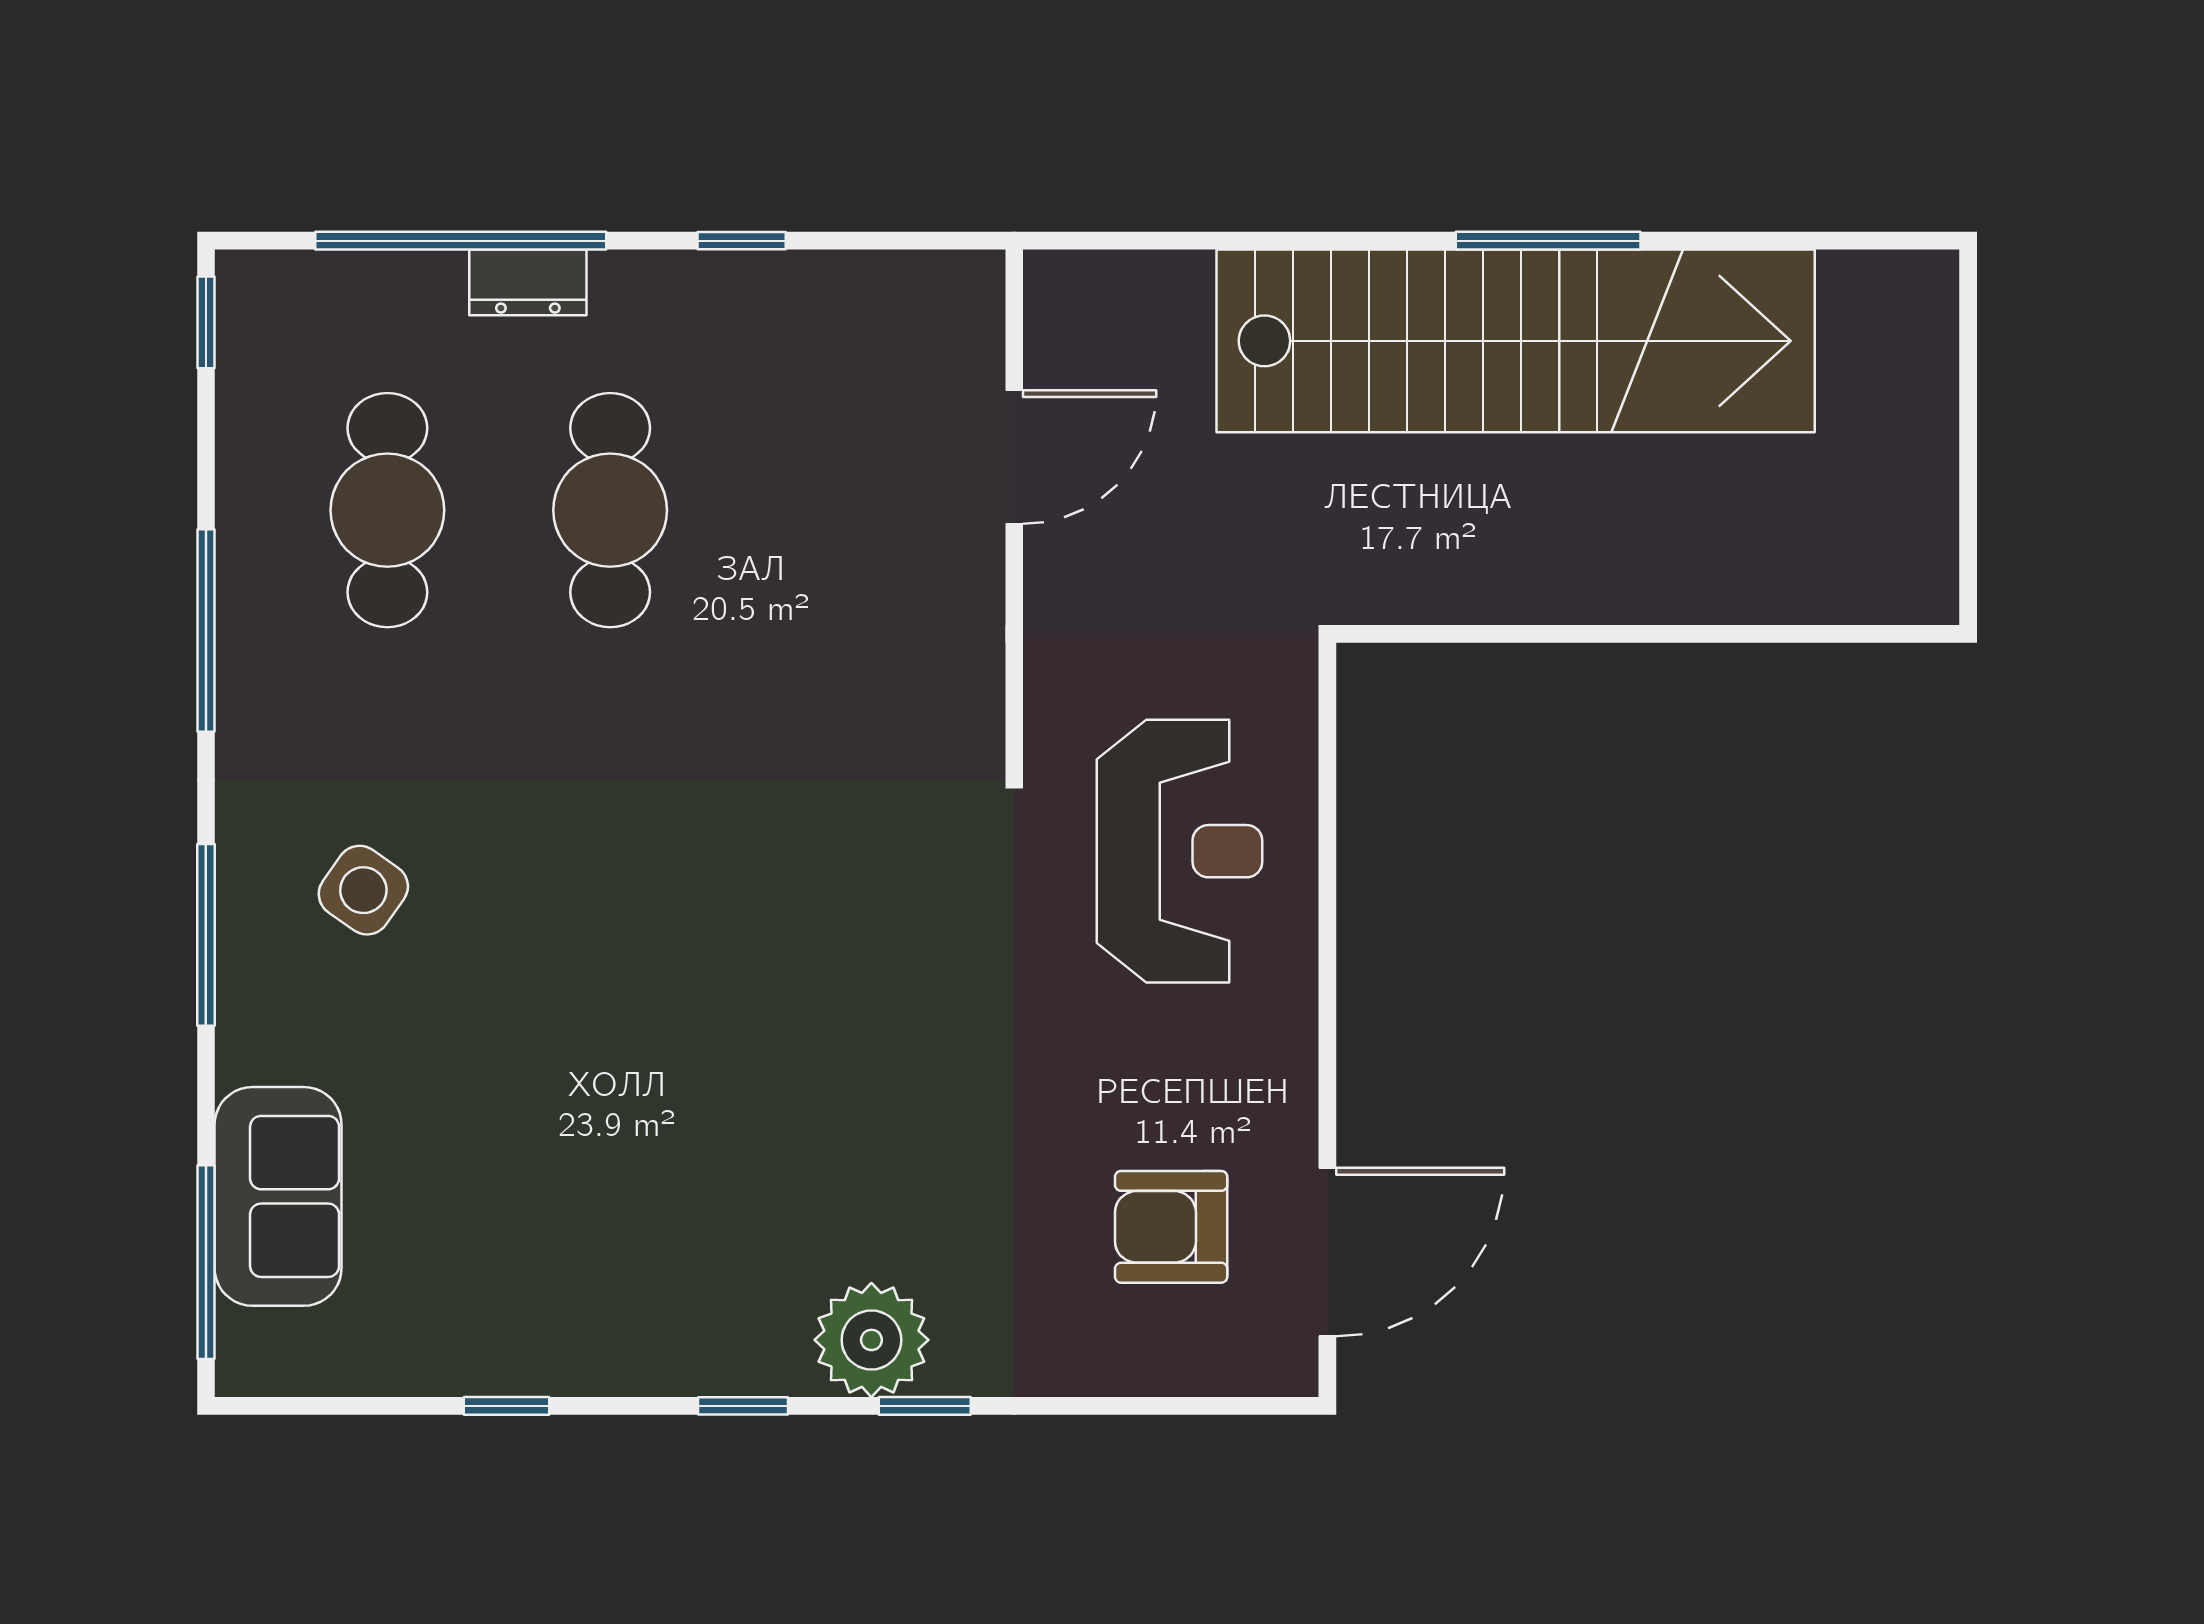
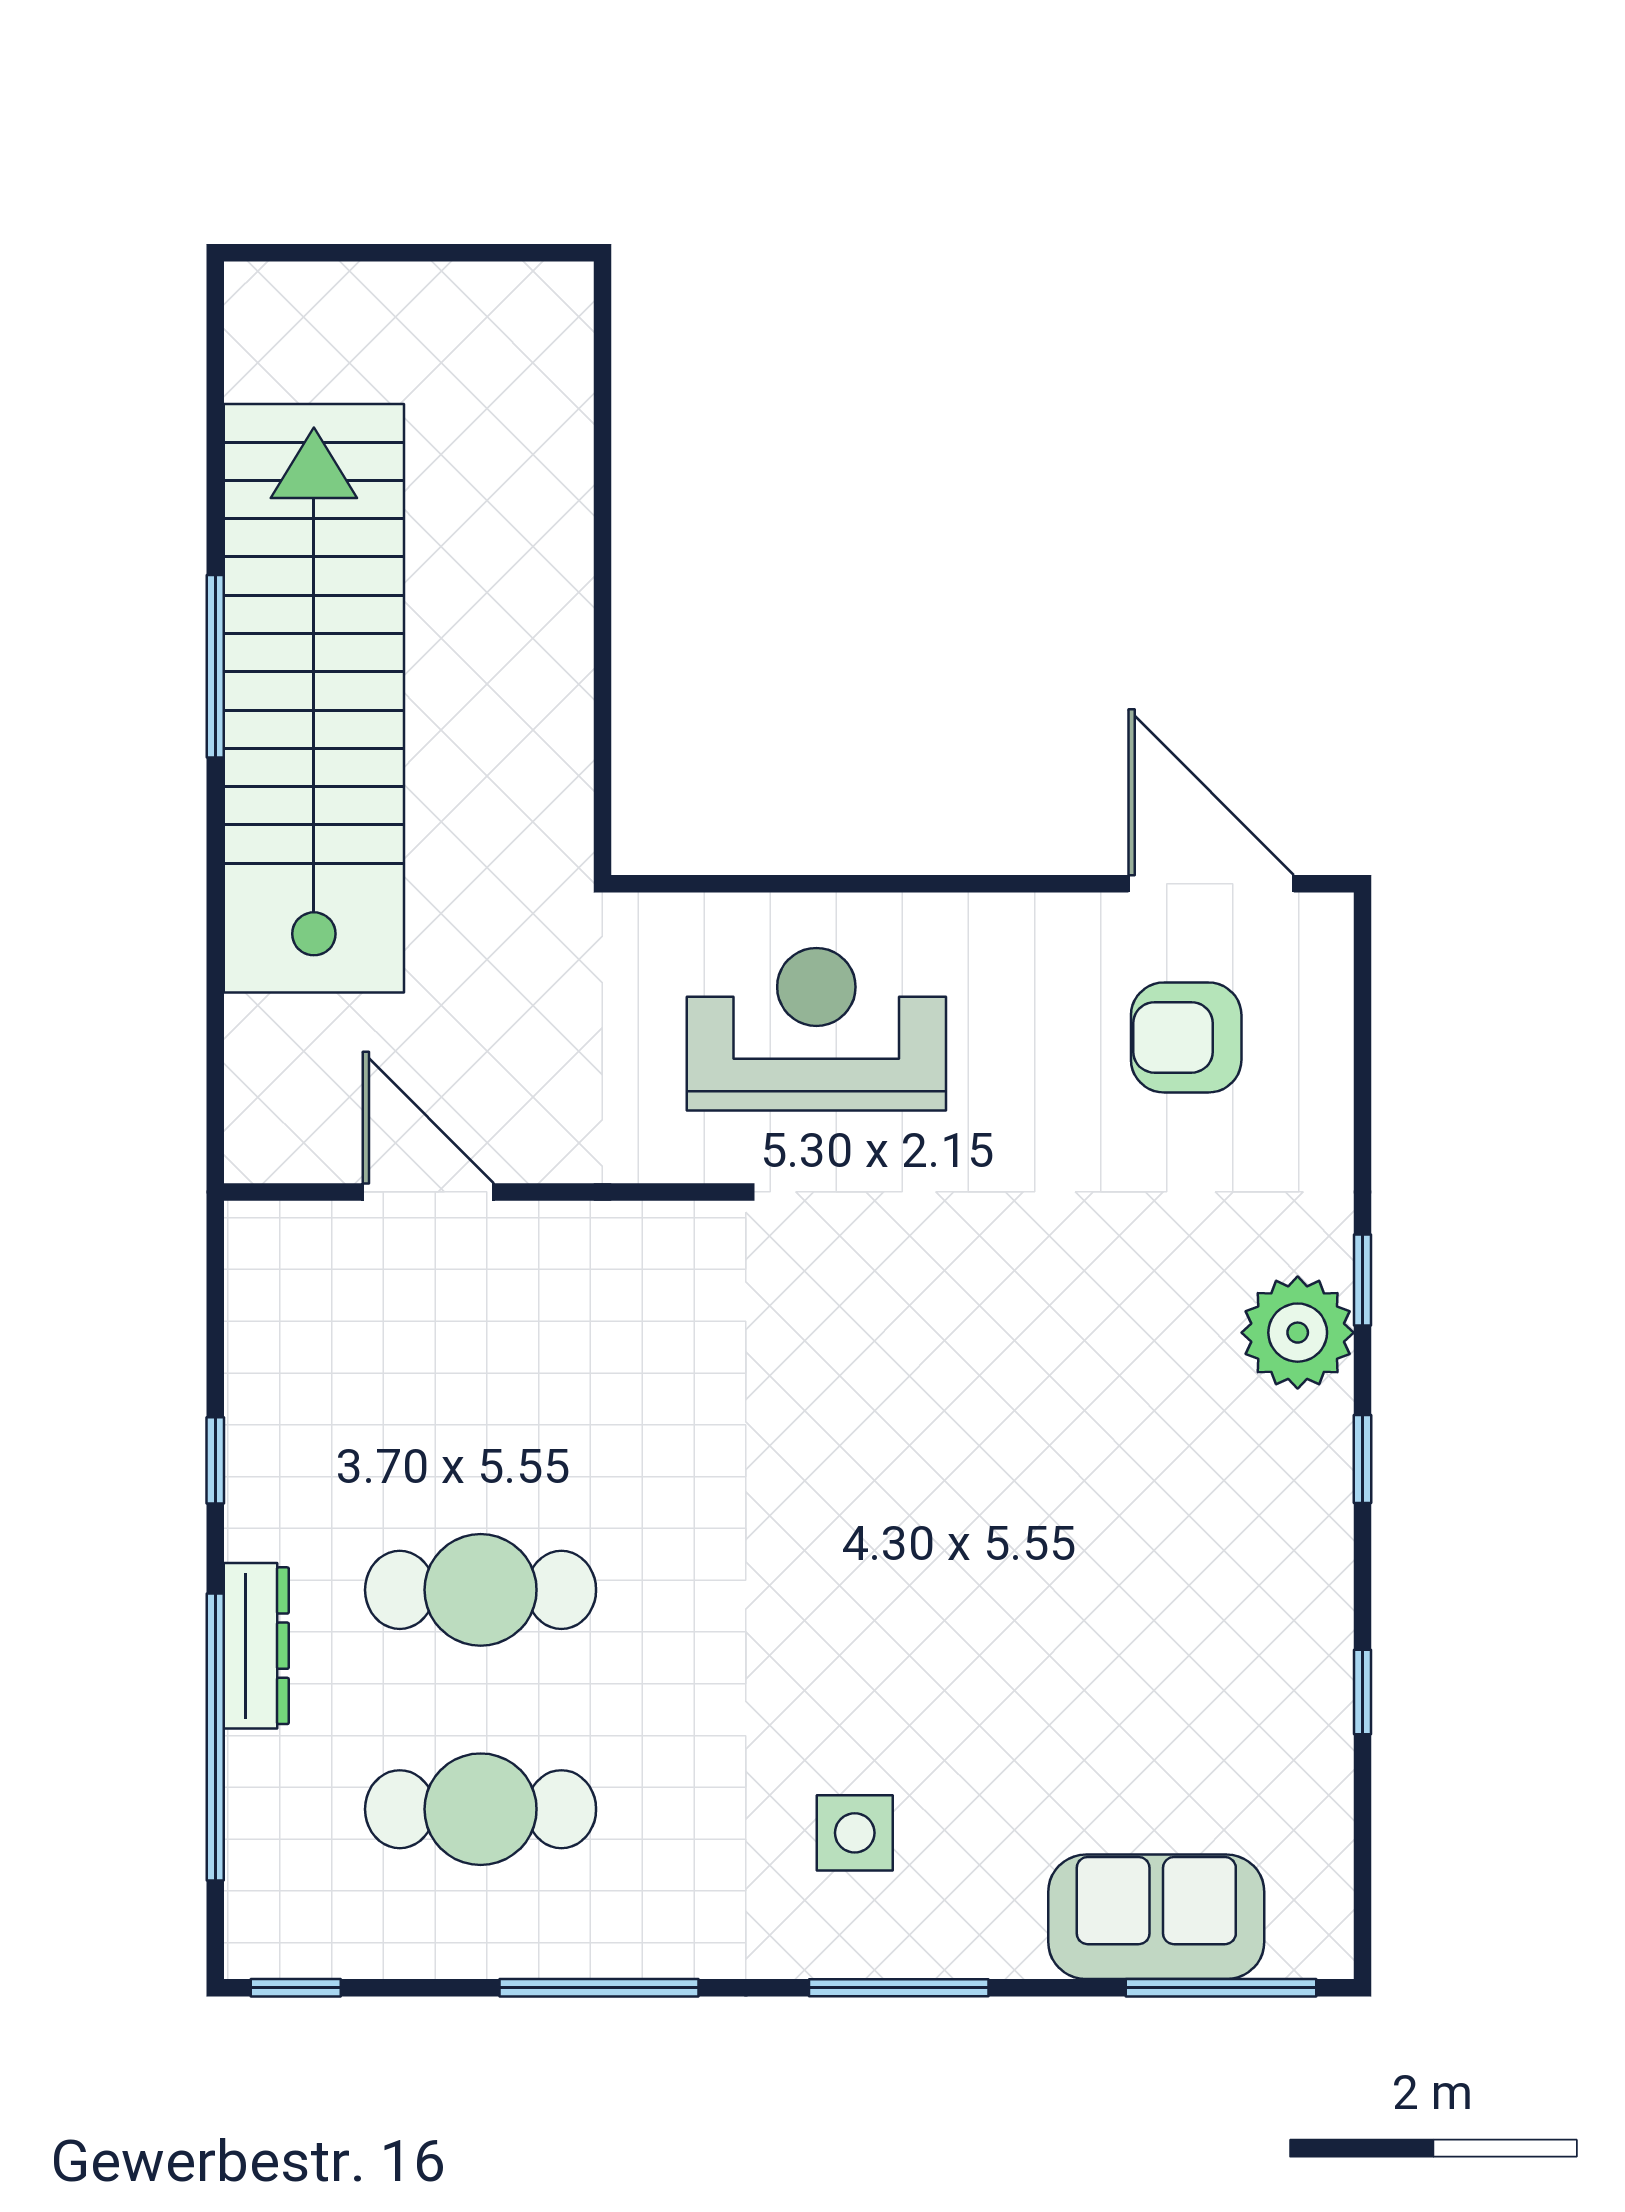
dresser: (528, 282) -> (256, 1646), width x1.44
side table: (363, 890) -> (855, 1833), turned -35
armchair: (1171, 1227) -> (1186, 1037), turned 90

